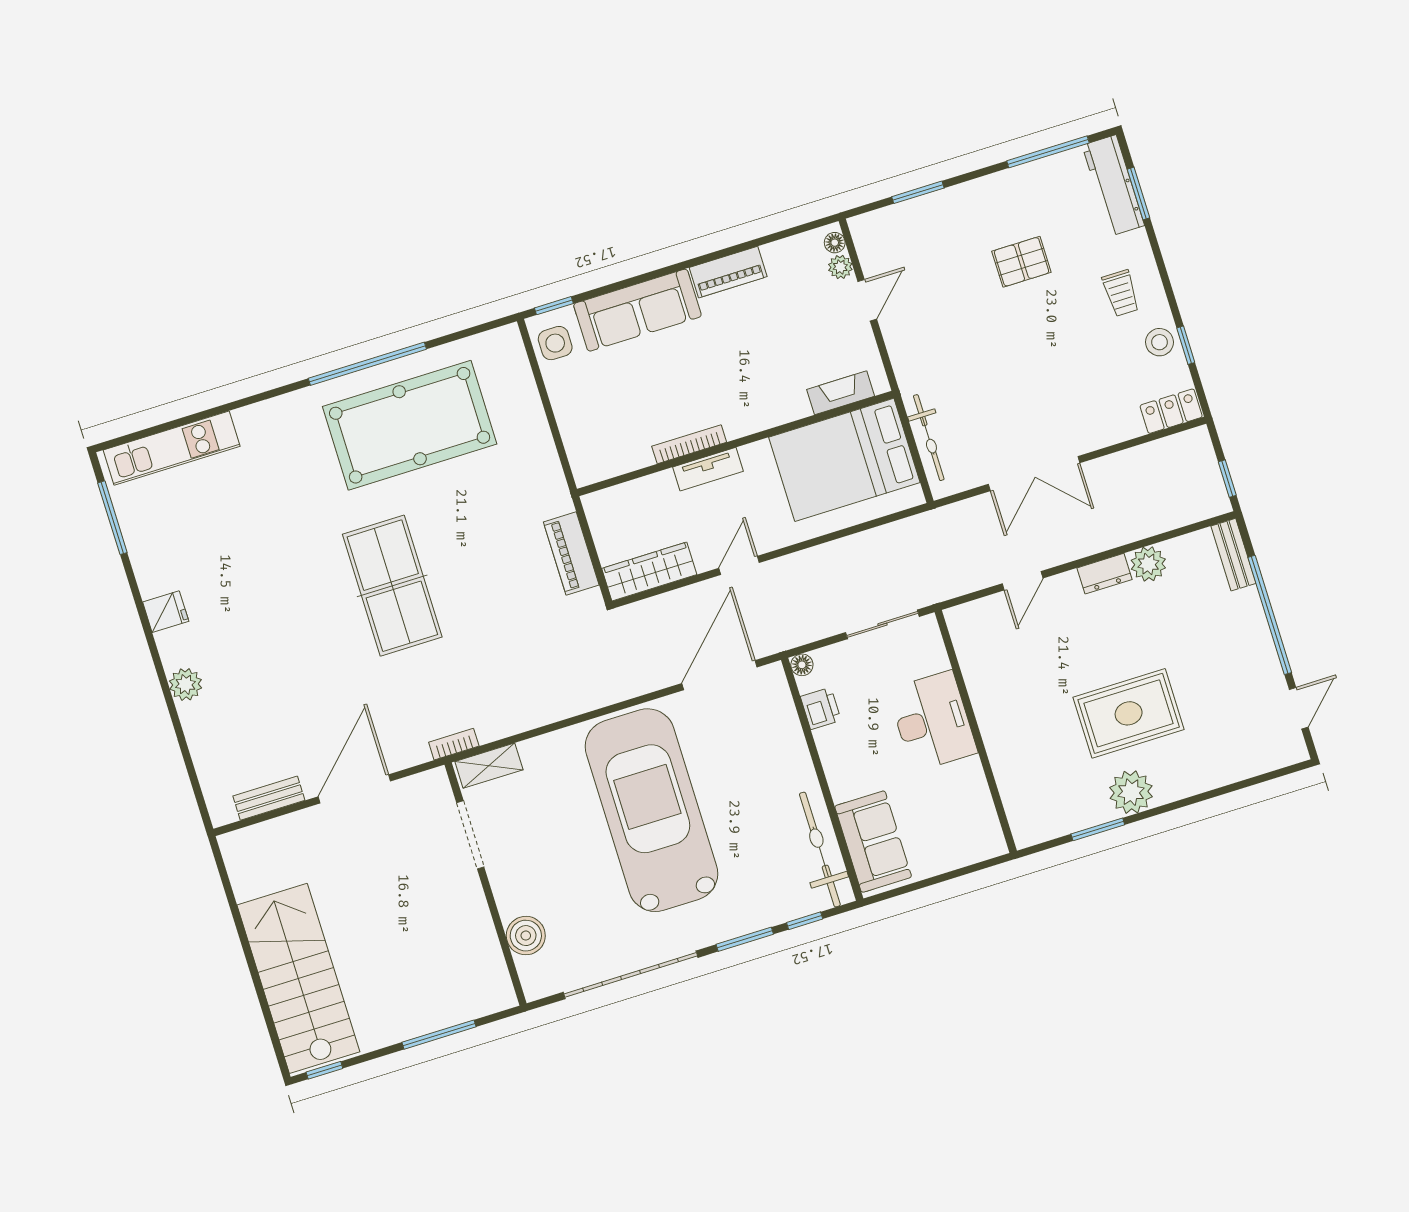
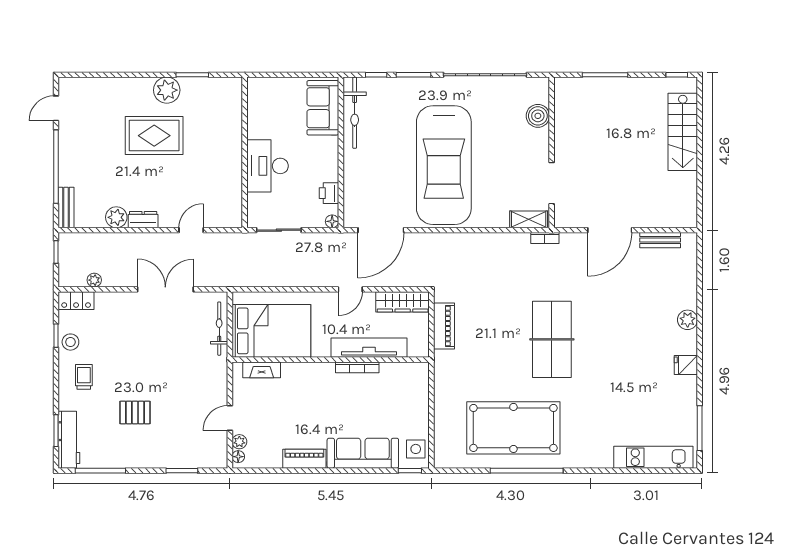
plant: (1152, 453) -> (94, 280), added
tv unit: (708, 469) -> (369, 348), width x1.92, depth x1.29
stairs: (298, 978) -> (683, 132), width x0.73, depth x0.66

